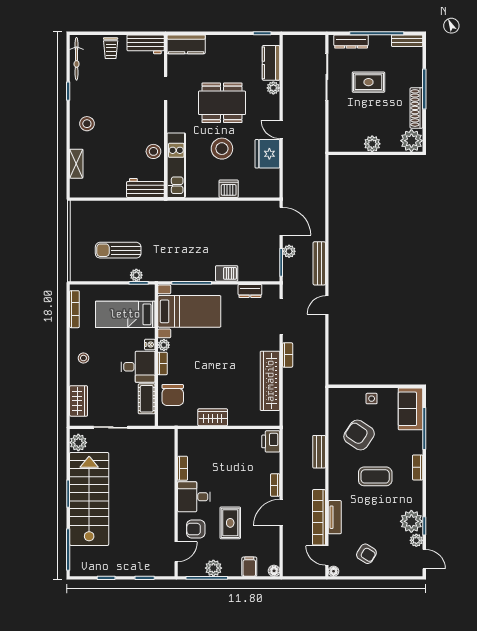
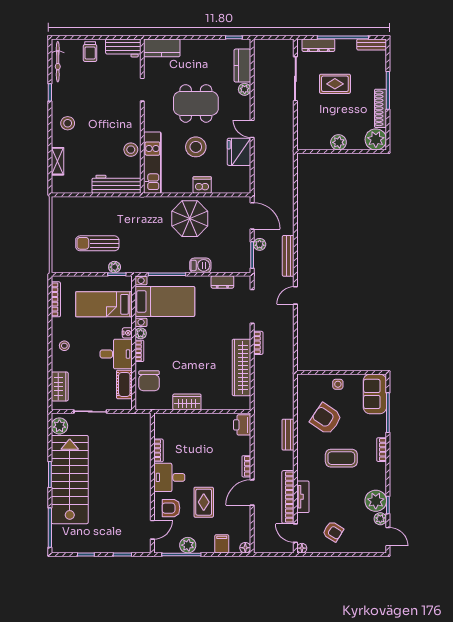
workbench: (145, 188) -> (116, 184), width x1.38
parasol: (216, 224) -> (190, 219), added

